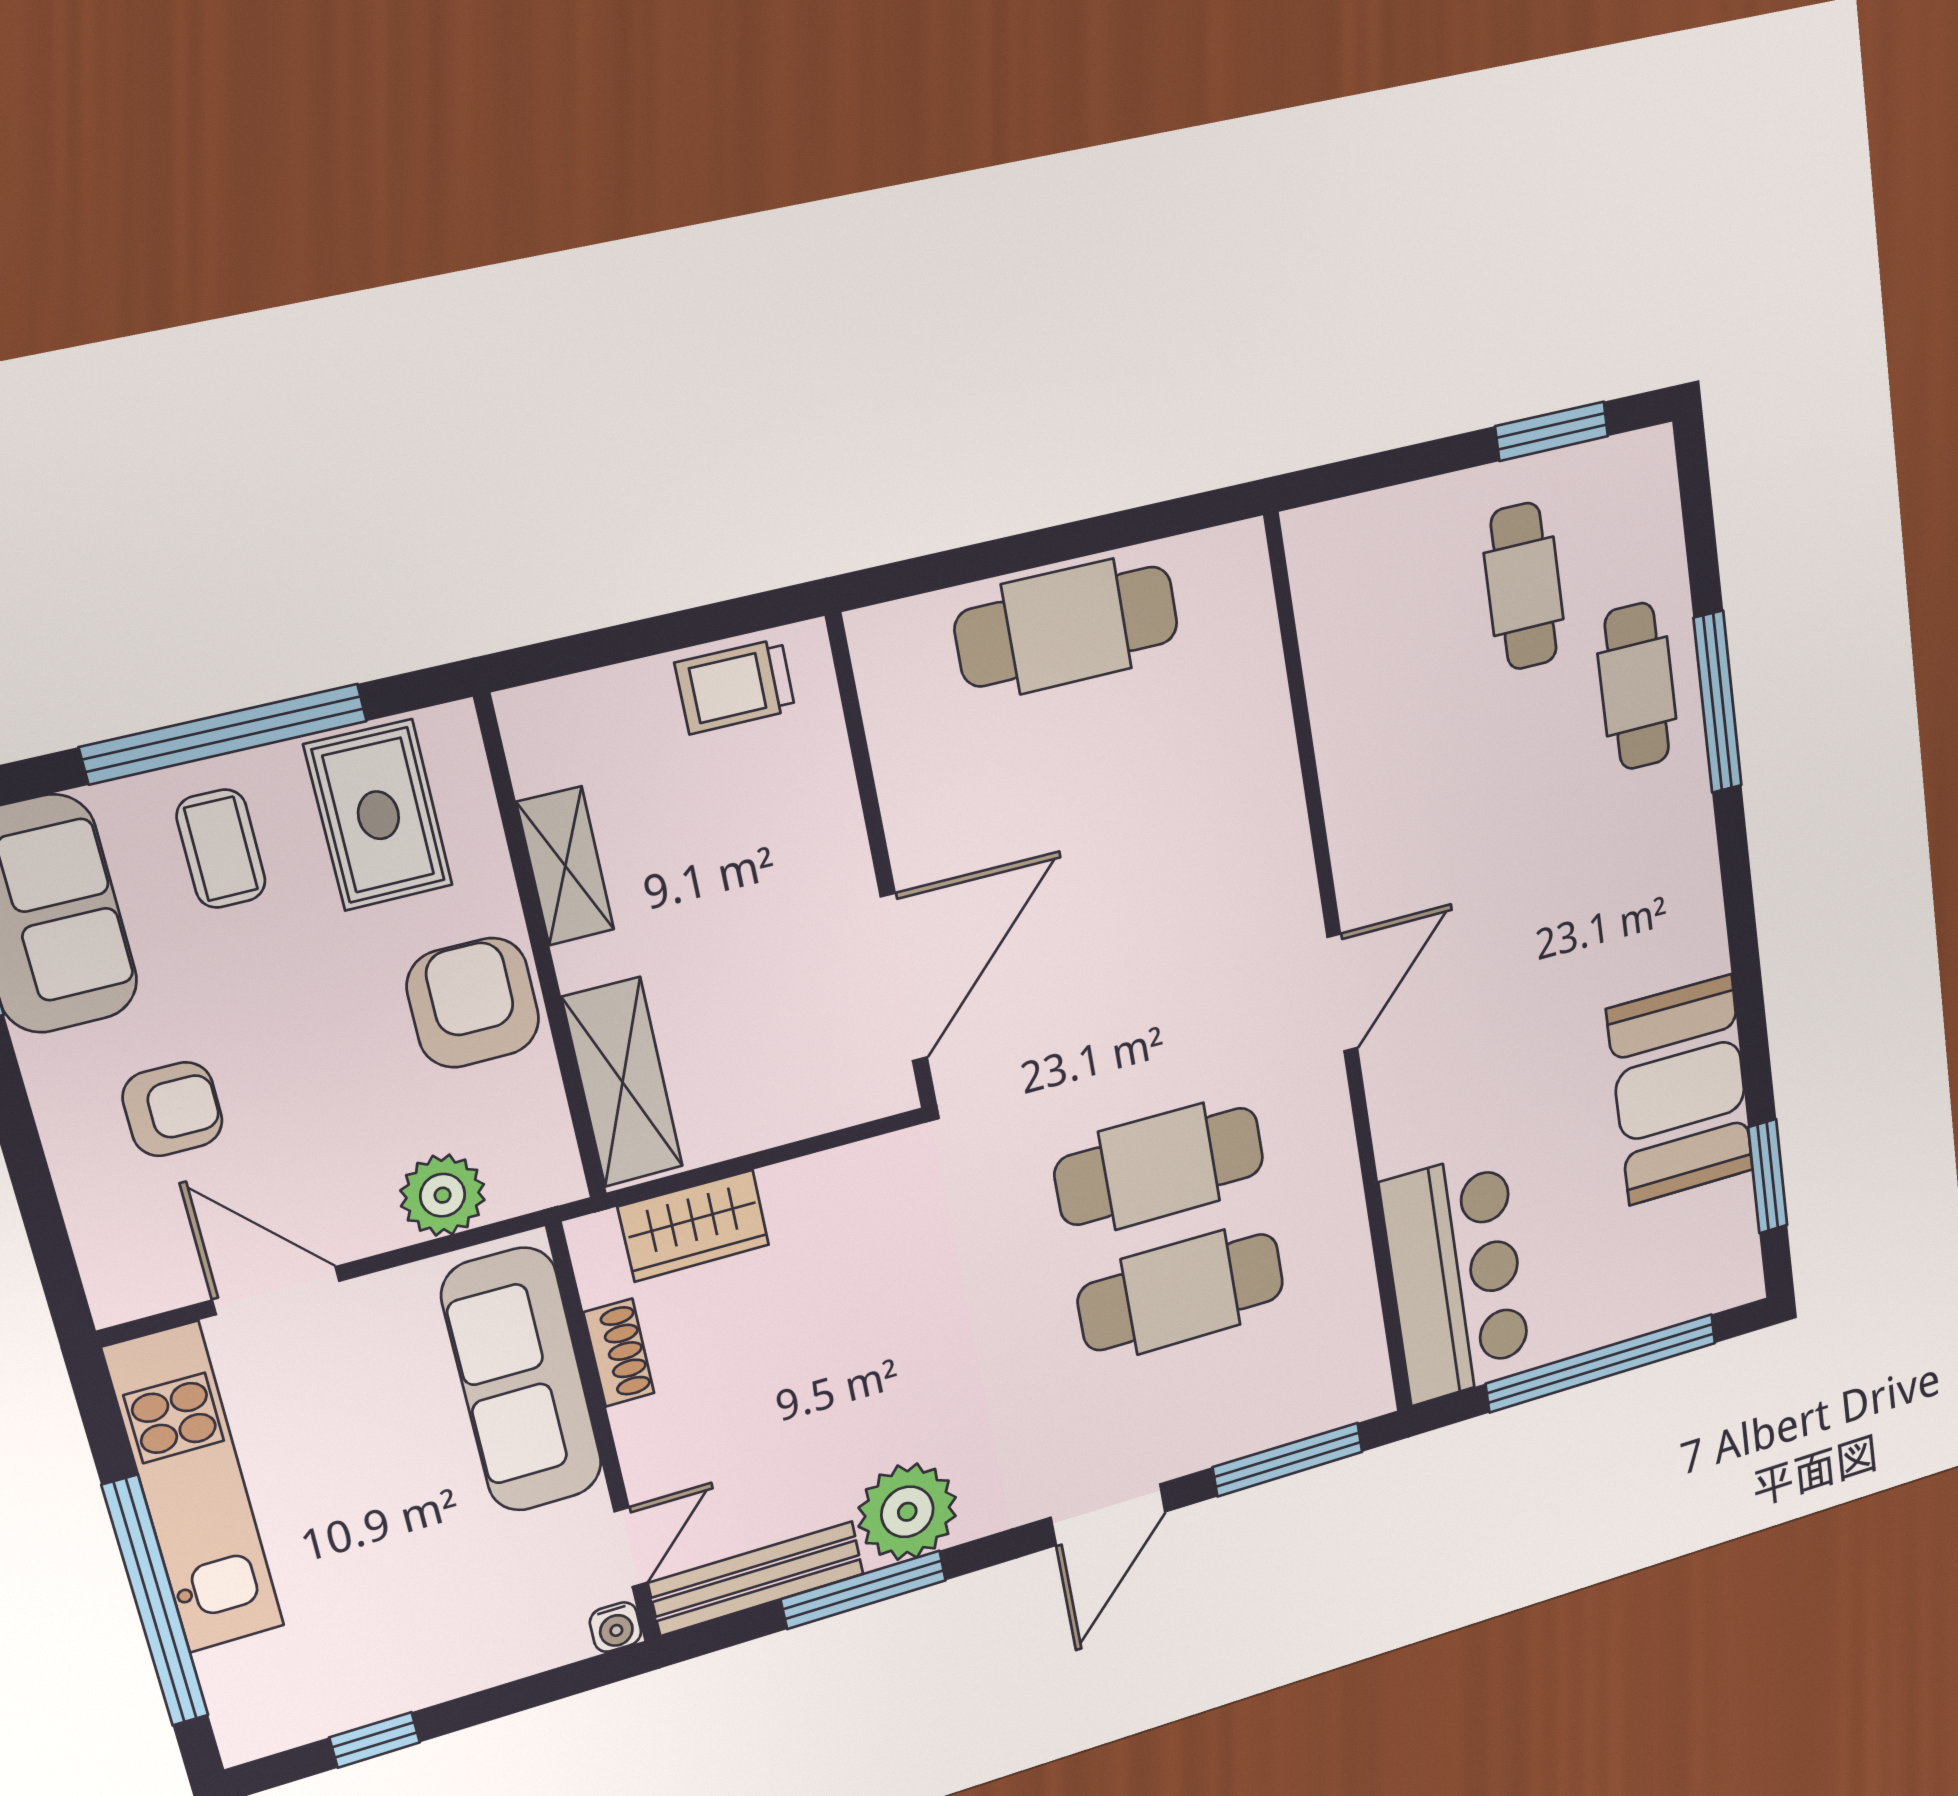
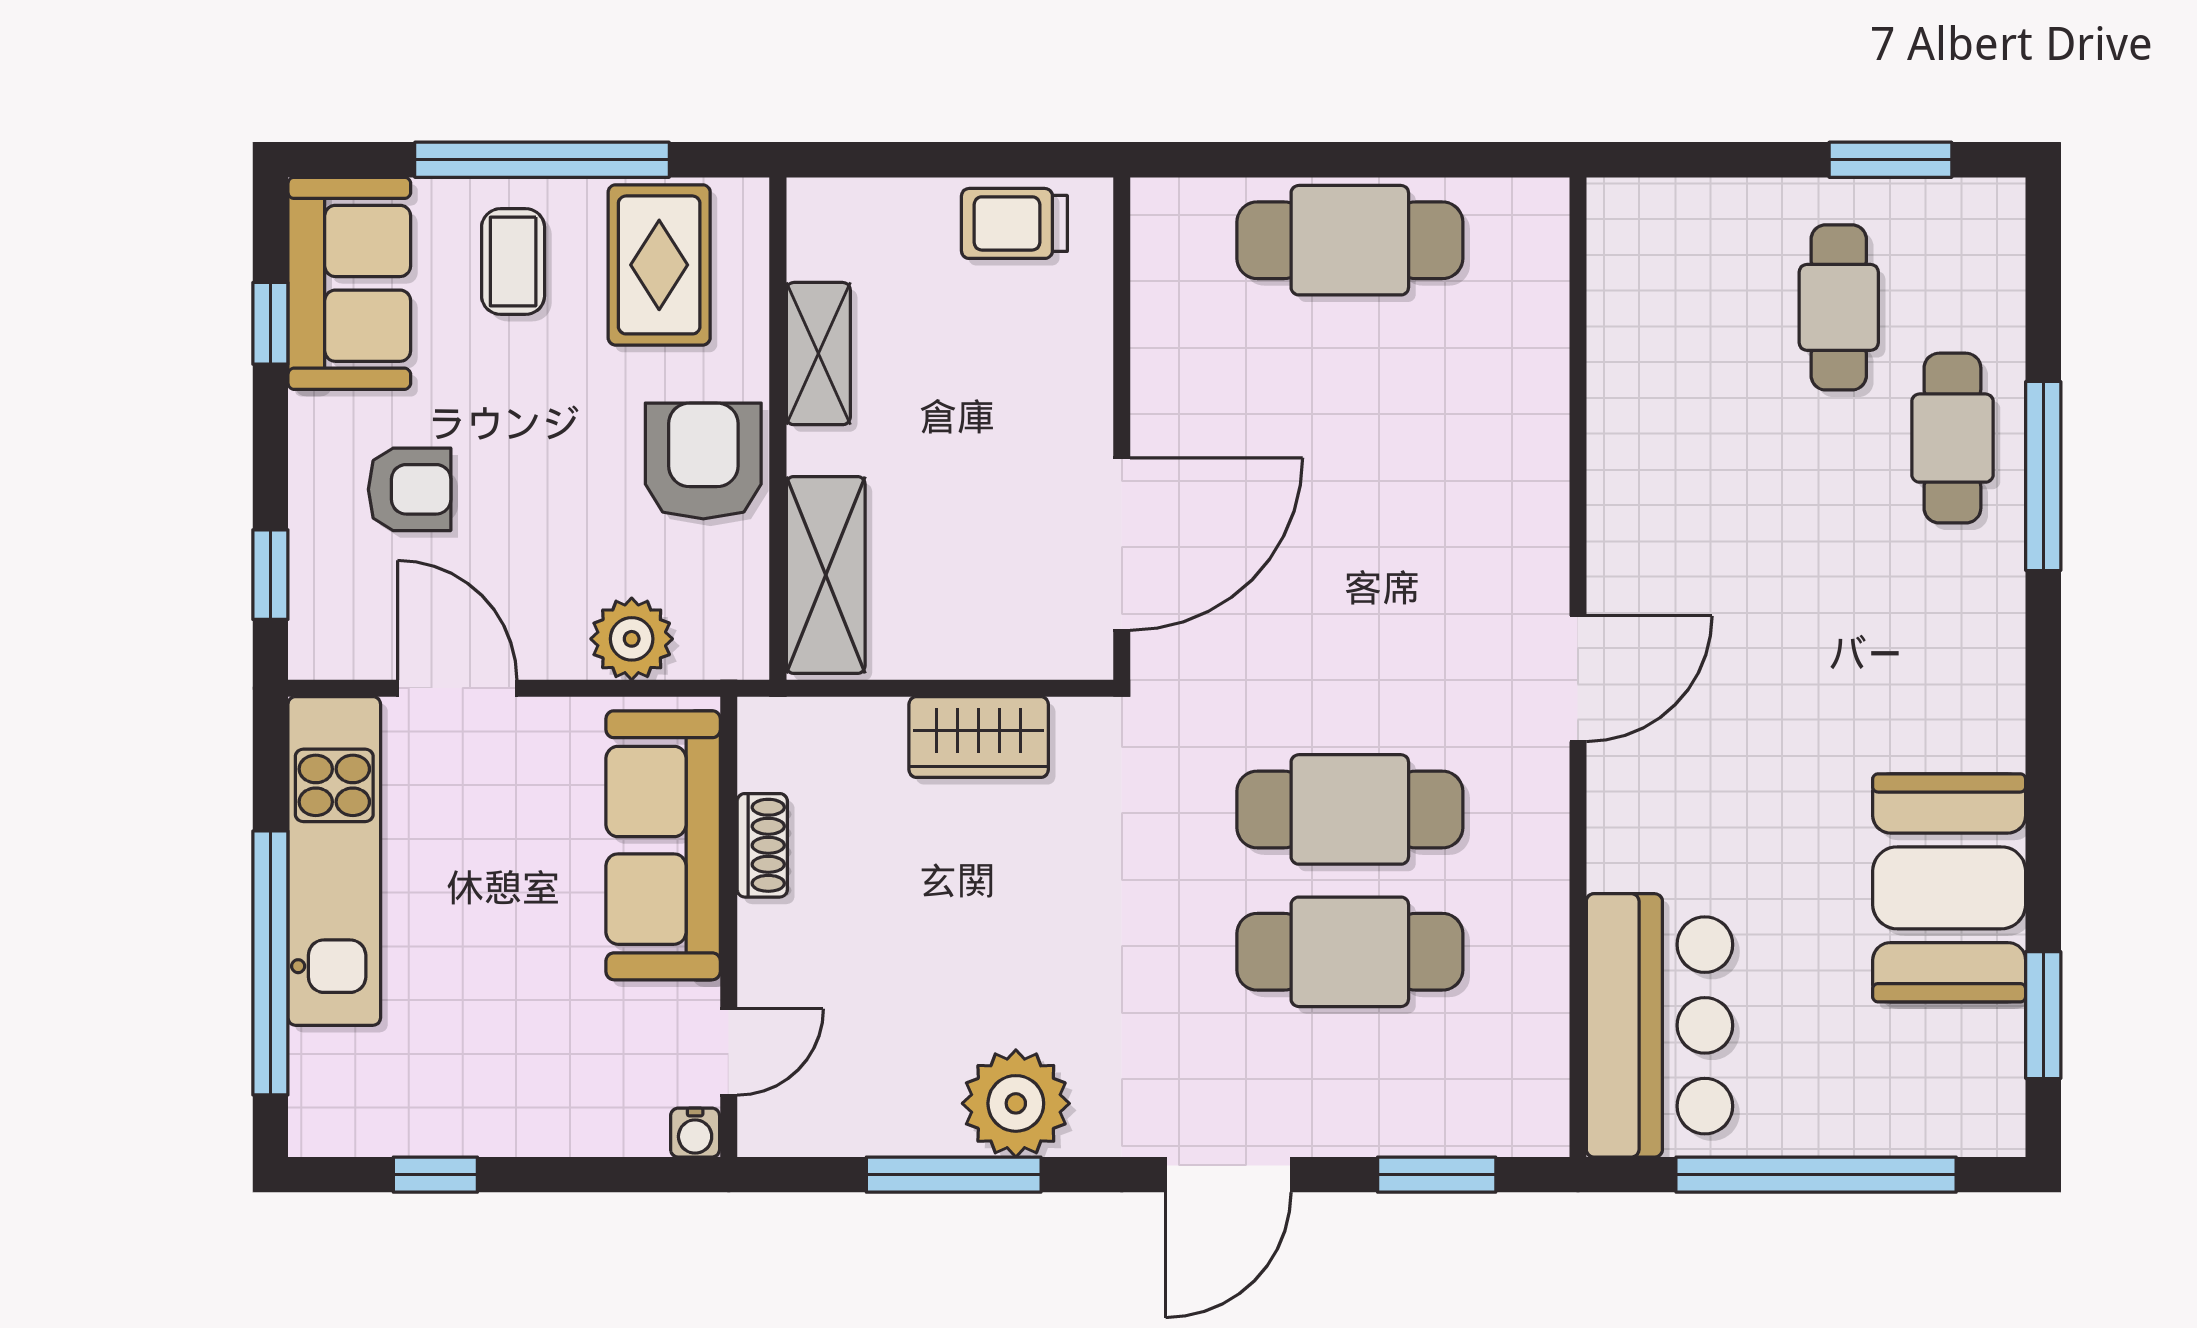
wardrobe: (694, 1226) -> (979, 737), moved
window: (47, 1233) -> (270, 575), added
window: (1288, 1460) -> (1437, 1175), width x0.69
bench: (757, 1578) -> (847, 1126), removed

